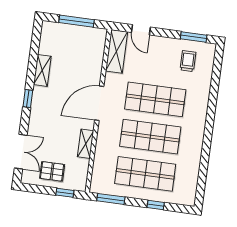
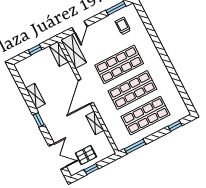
window: (77, 21) -> (35, 50), width x0.46
door: (141, 30) -> (79, 27), hinge flipped
shelving: (99, 43) -> (59, 54), added
window: (65, 193) -> (91, 169), moved
window: (156, 205) -> (175, 126), moved

